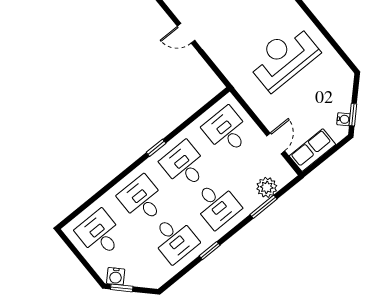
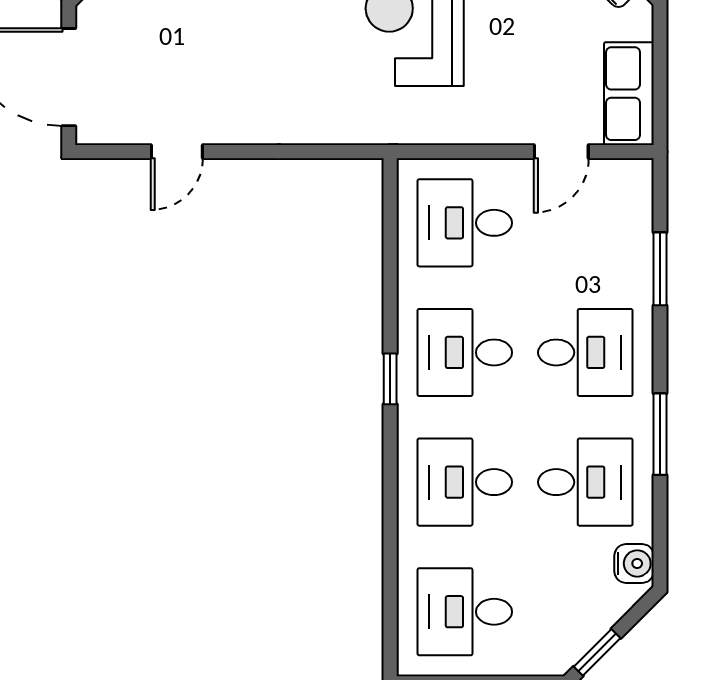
door: (186, 33) -> (177, 152), moved
door: (276, 143) -> (561, 152), swing flipped
plant: (267, 187) -> (629, 234), removed
window: (210, 251) -> (660, 434), width x1.50
water cooler: (116, 276) -> (634, 563), moved, turned -45

